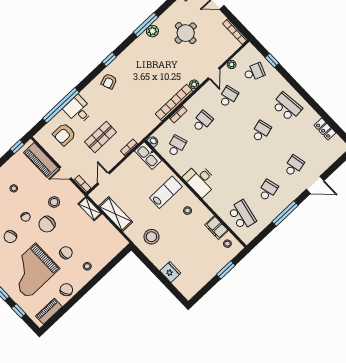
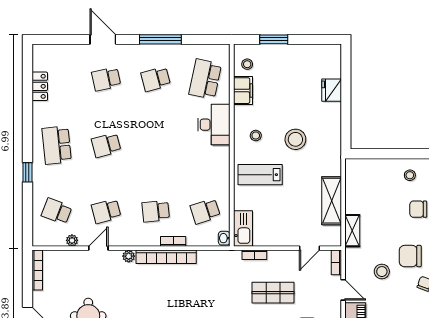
window: (272, 60) -> (27, 172), moved
desk: (200, 180) -> (214, 125), moved
chair: (47, 224) -> (410, 256), turned 180
stool: (151, 237) -> (295, 139), moved

